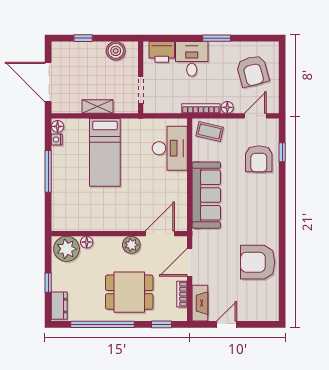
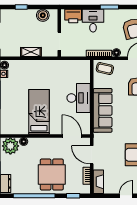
desk: (170, 148) -> (79, 98), moved
bed: (105, 152) -> (39, 112), moved, turned 180
door: (160, 234) -> (72, 136), hinge flipped
plant: (131, 245) -> (53, 143), removed
door: (190, 262) -> (92, 155), hinge flipped
dining table: (129, 292) -> (52, 174), turned 90
door: (227, 324) -> (126, 196), moved

